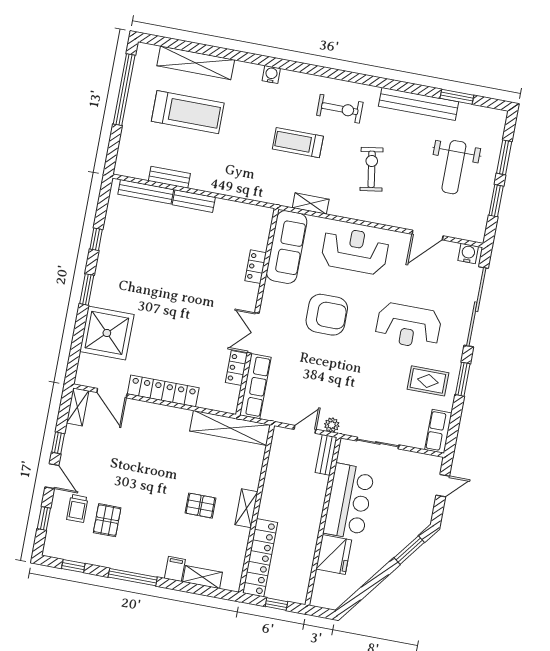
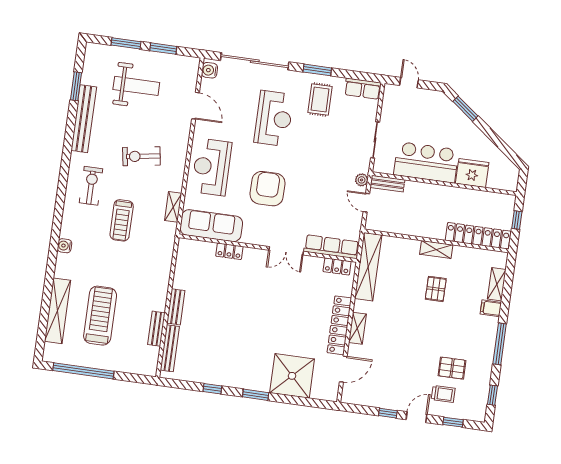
locker: (236, 368) -> (337, 266), moved
shelving: (78, 407) -> (357, 328), moved, turned 90

